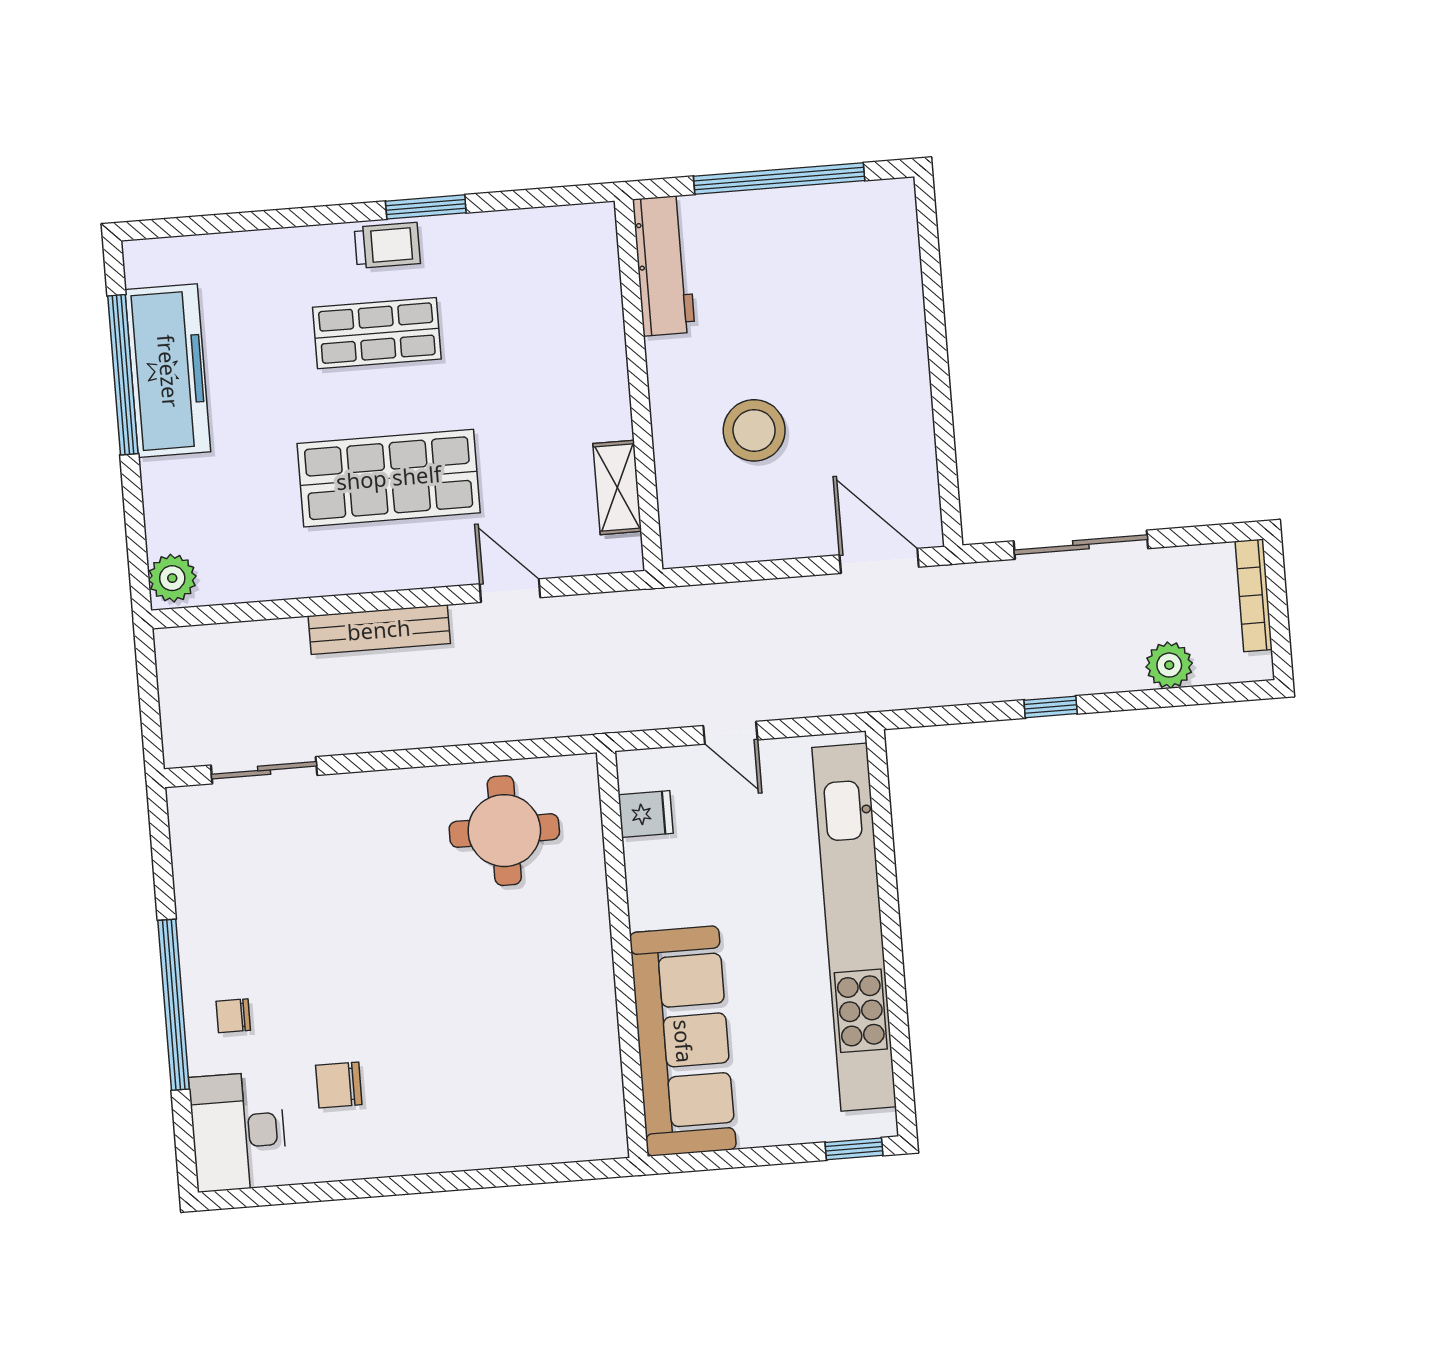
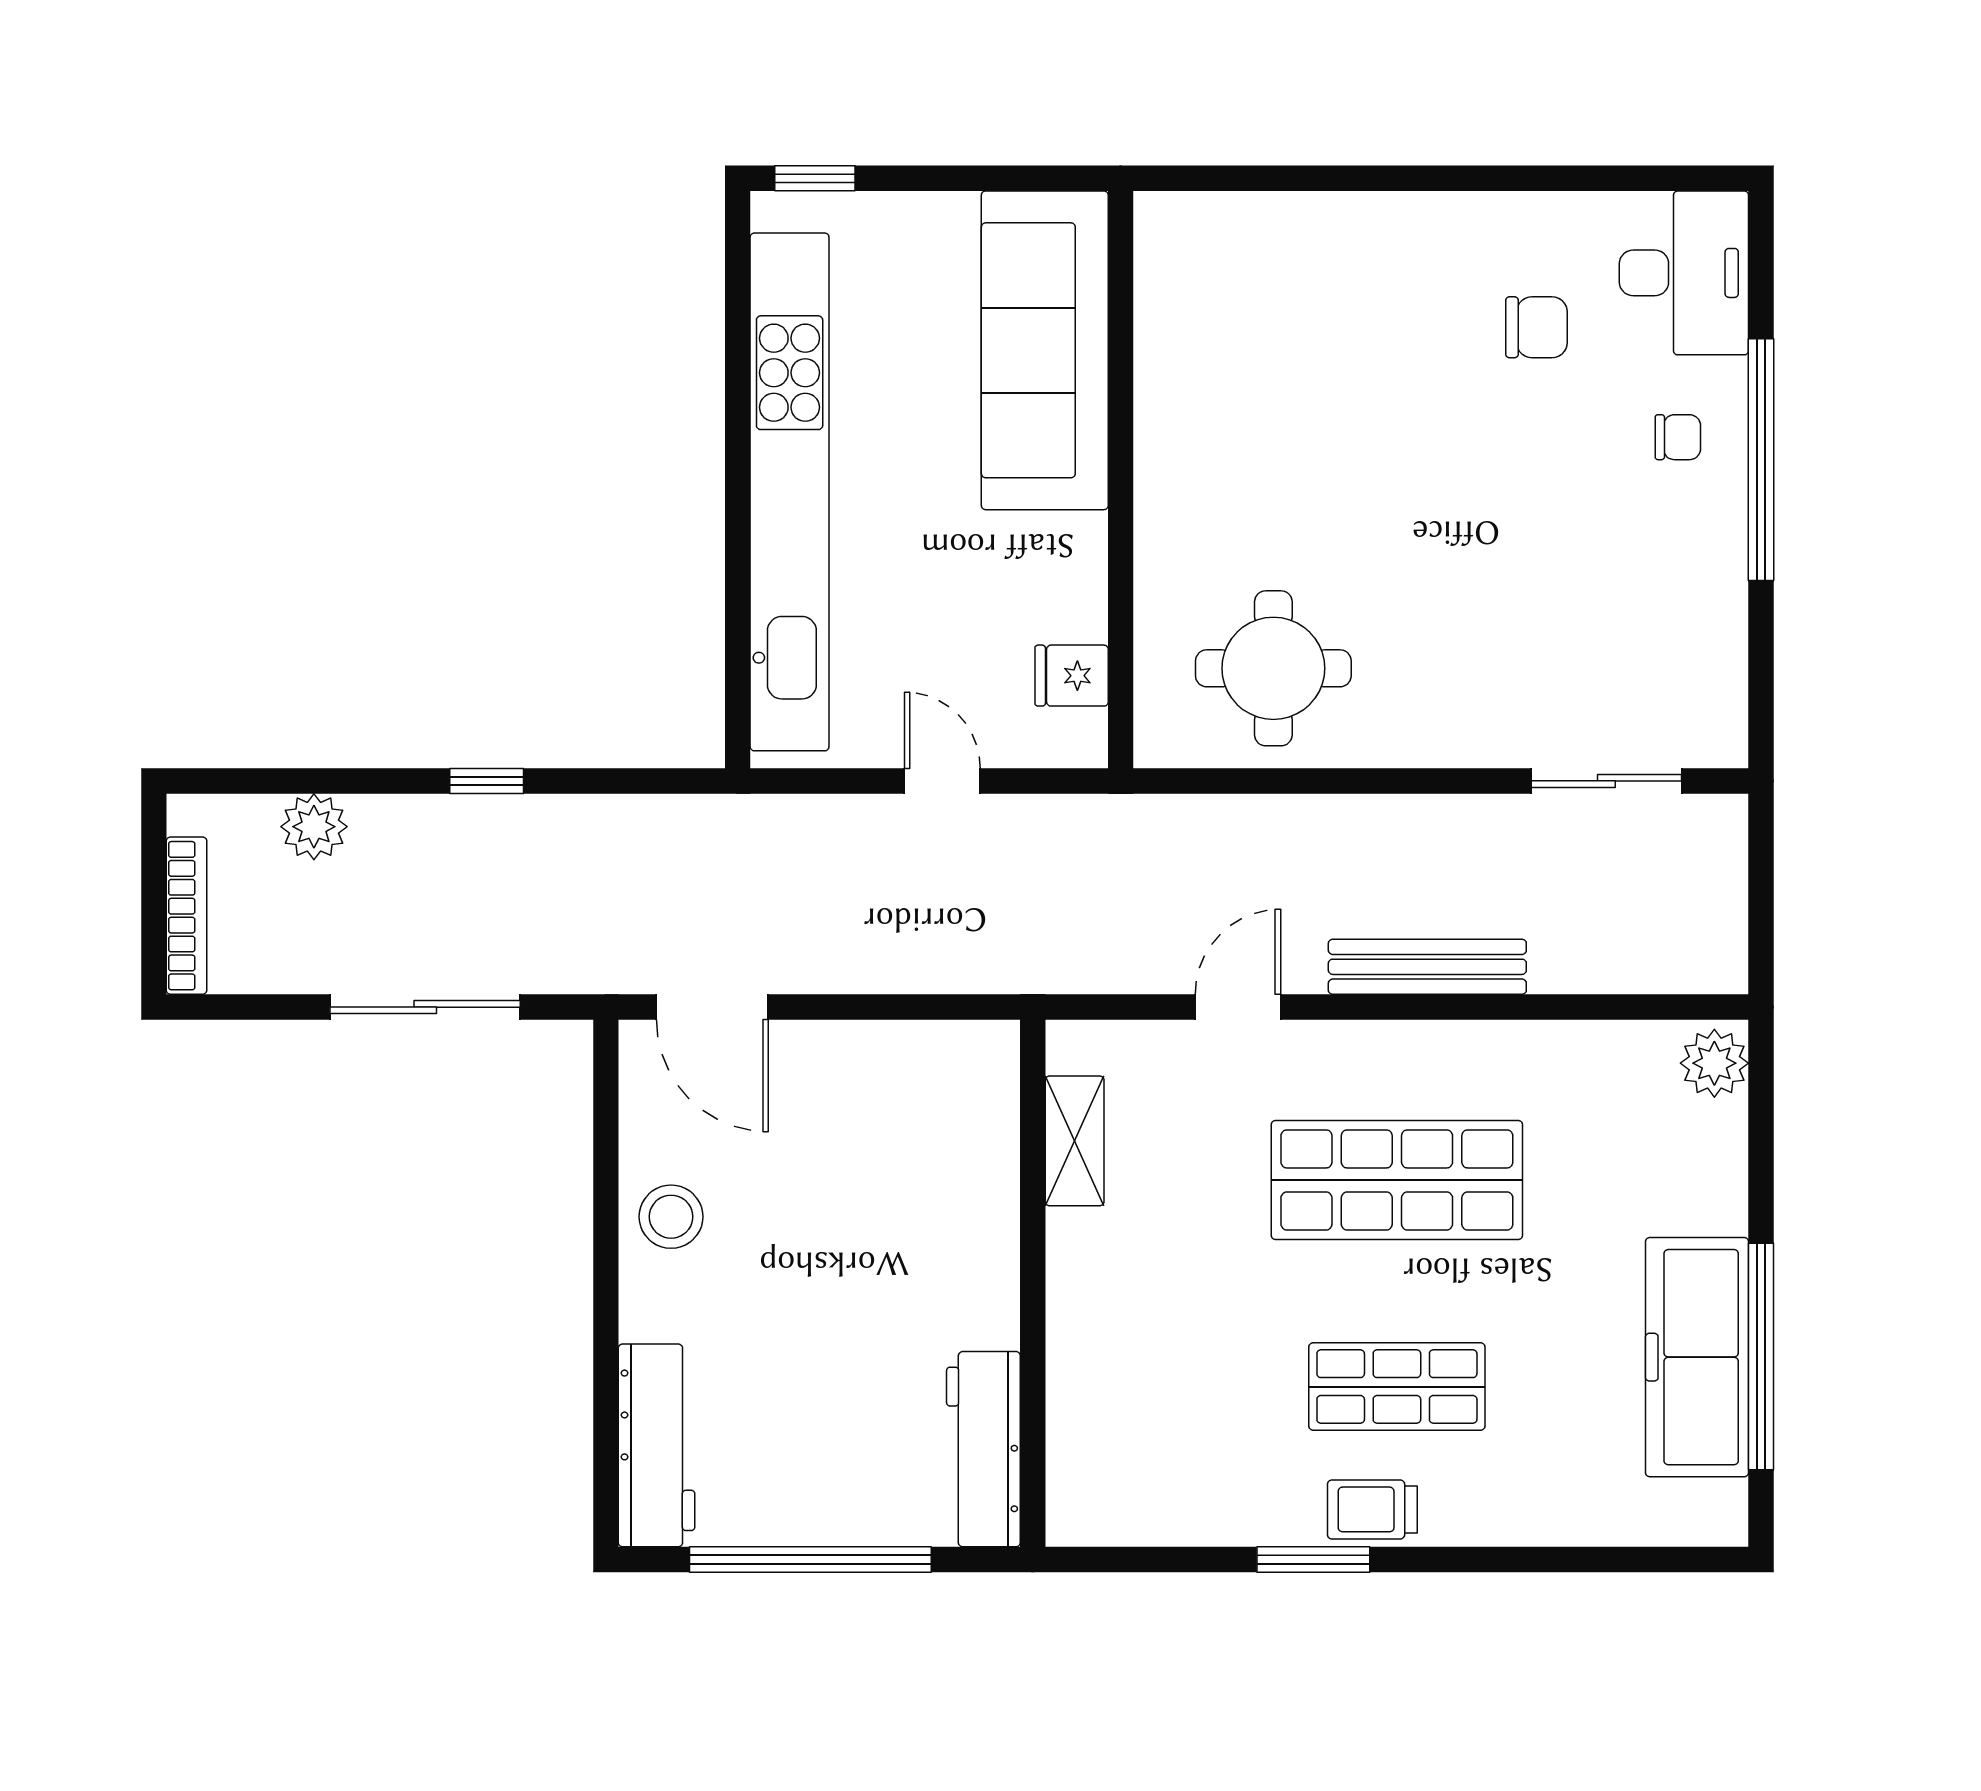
workbench: (894, 250) -> (657, 1445), added
stool: (754, 430) -> (671, 1217), moved, width x0.73, depth x0.73
door: (510, 591) -> (1238, 1007), swing flipped

